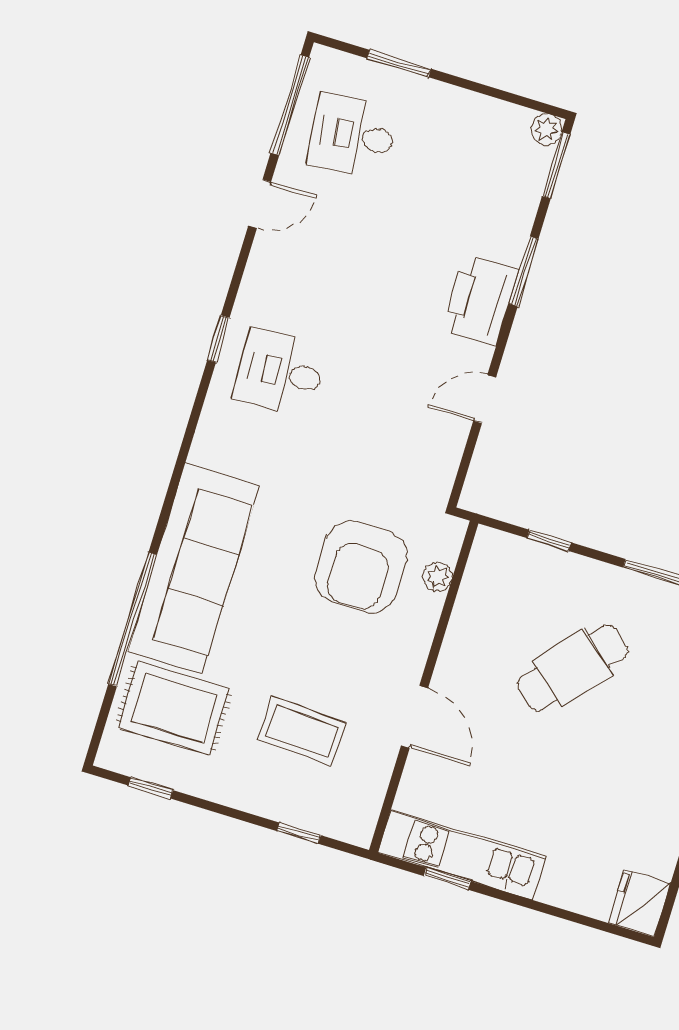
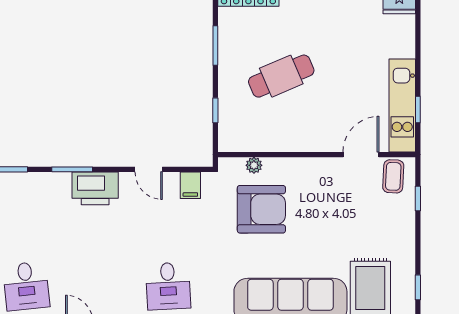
filing cabinet: (437, 460) -> (190, 185), added
cafe table: (573, 668) -> (281, 76), turned -64
door: (414, 717) -> (361, 155), moved
coffee table: (302, 731) -> (393, 176), moved, width x0.73, depth x0.77

